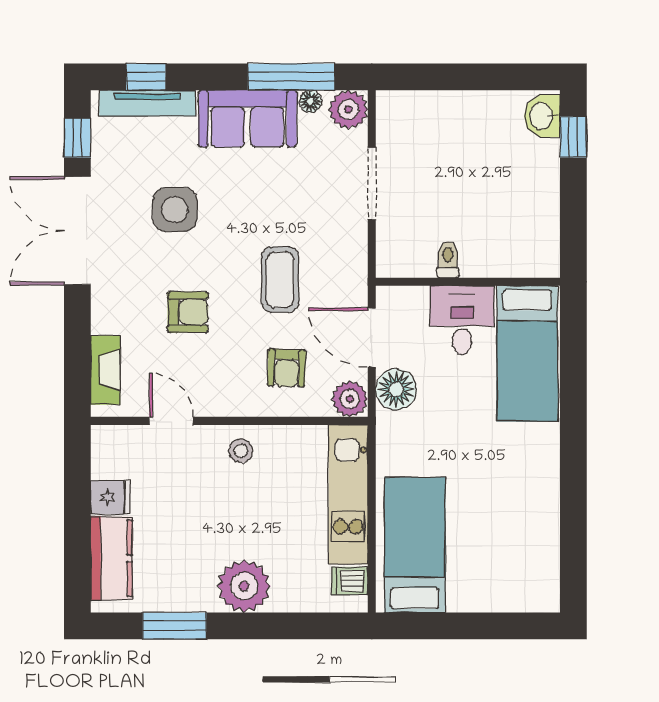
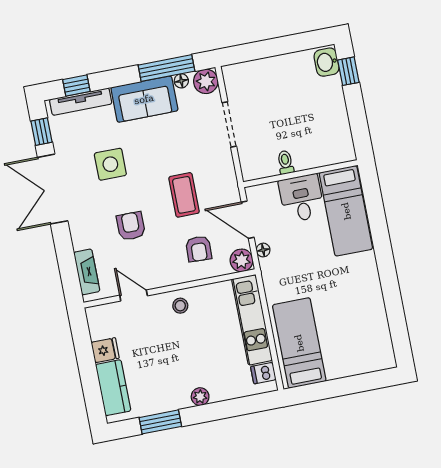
armchair: (188, 312) -> (131, 226), turned -90
floor lamp: (396, 389) -> (263, 250), width x0.53, depth x0.53
plant: (244, 586) -> (200, 397), width x0.53, depth x0.53

